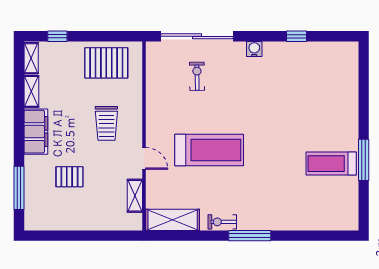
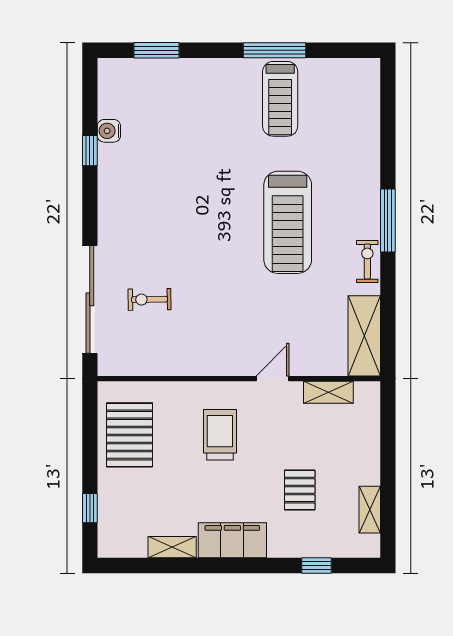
water cooler: (254, 49) -> (109, 131), moved
shelving: (31, 58) -> (370, 510), moved, turned 90
window: (364, 81) -> (157, 50), added
trolley: (106, 123) -> (220, 435), turned -90
treadmill: (209, 150) -> (288, 222), moved, turned 180
window: (19, 188) -> (317, 566), width x0.46
exercise bike: (222, 222) -> (367, 261), turned 180

